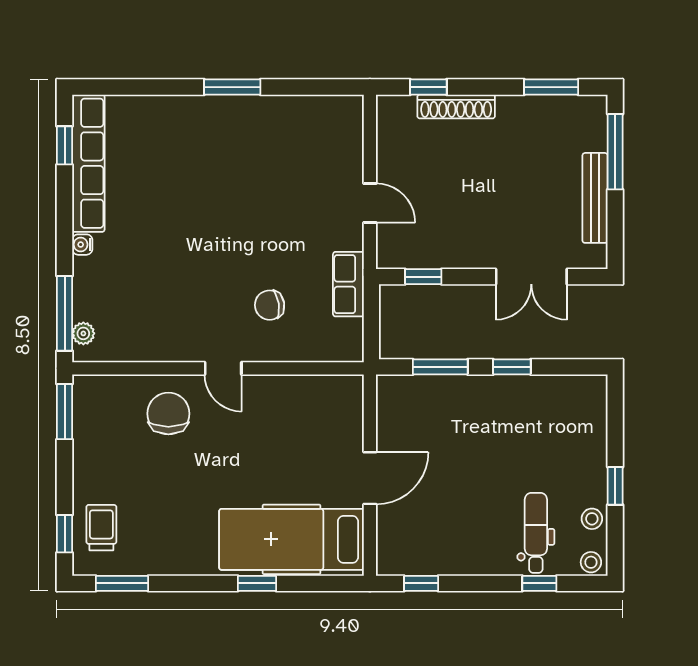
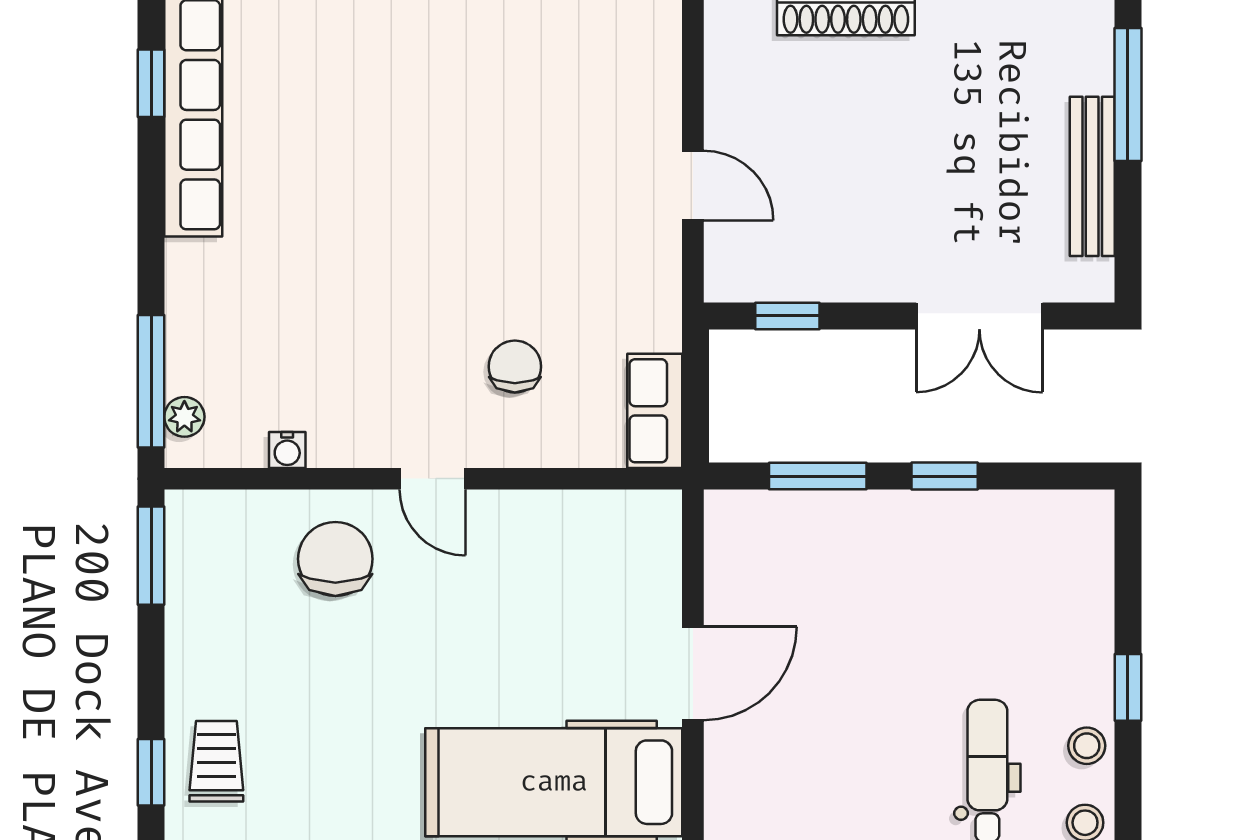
water cooler: (82, 245) -> (287, 450), moved, turned -90
row of seats: (348, 284) -> (655, 411), moved
chair: (270, 305) -> (515, 367), turned 99

